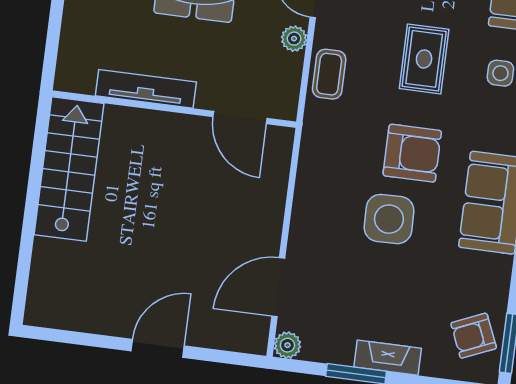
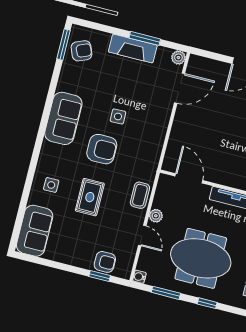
armchair: (412, 153) -> (102, 149), turned 180
side table: (389, 219) -> (118, 116), width x0.54, depth x0.54
fireplace: (388, 358) -> (133, 49), width x1.37, depth x1.32

